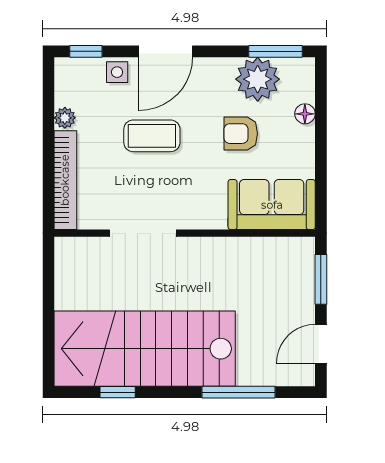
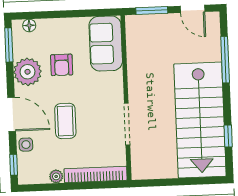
plant: (258, 79) -> (28, 72), moved
floor lamp: (305, 114) -> (29, 25), moved

